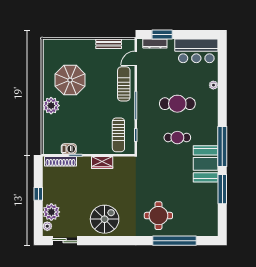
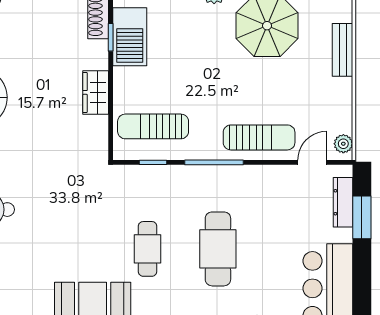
plant: (127, 43) -> (343, 144), added
bench: (109, 44) -> (343, 50), moved
door: (136, 58) -> (312, 162), hinge flipped
barbecue: (69, 149) -> (130, 37), width x1.88, depth x1.53

